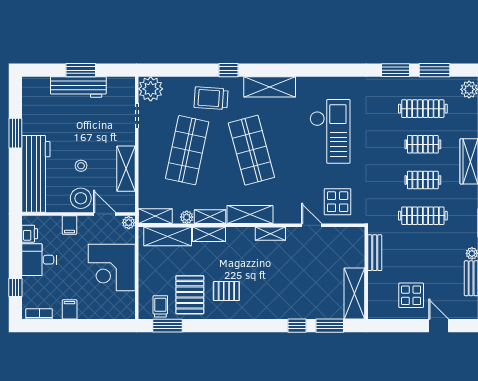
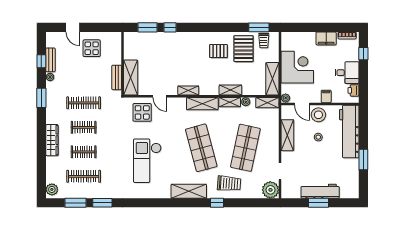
shelving: (168, 236) -> (272, 79), moved, turned 90
shelving: (354, 293) -> (131, 77), moved
filing cabinet: (70, 309) -> (326, 38), width x2.00

